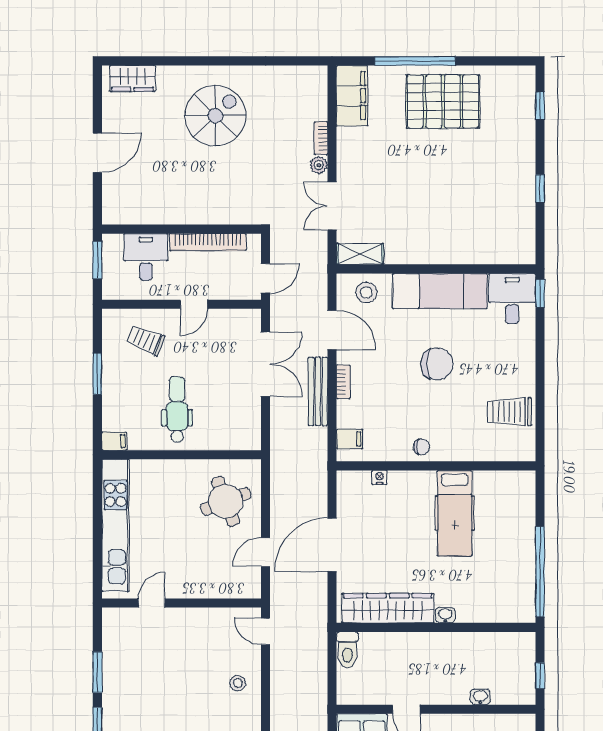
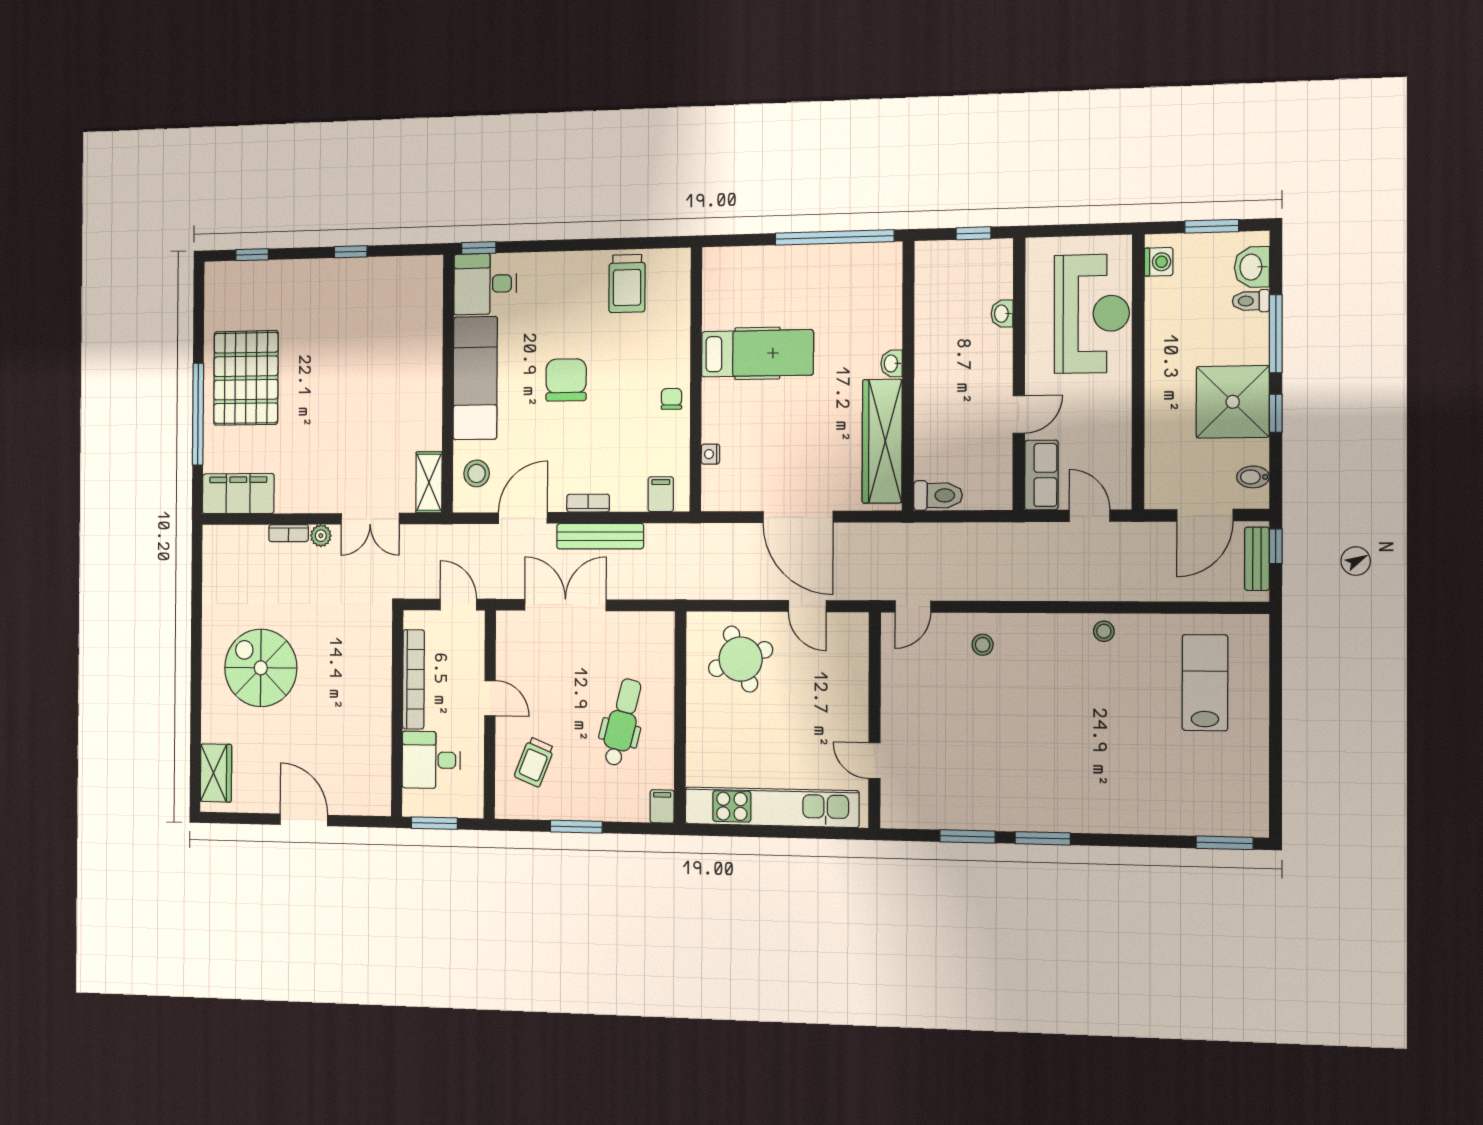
dental chair: (177, 410) -> (622, 722), turned 104

